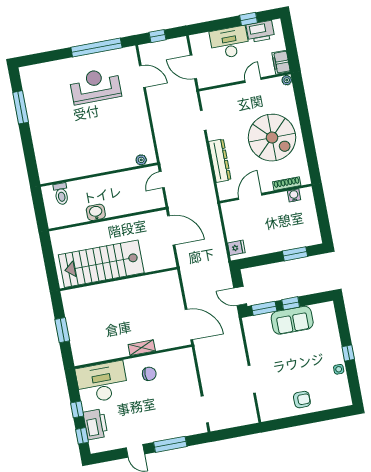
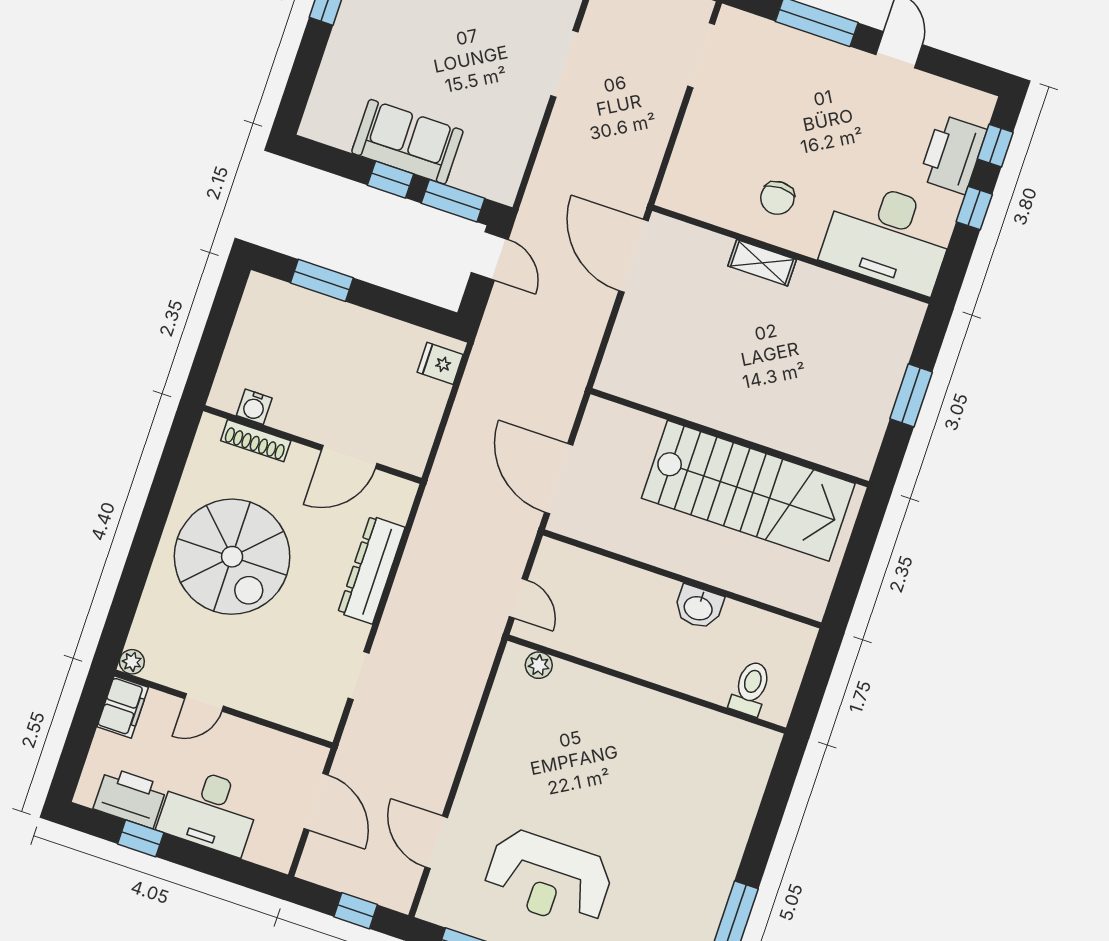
spiral stairs: (272, 138) -> (232, 557), turned 180
door: (162, 180) -> (518, 598), hinge flipped
chair: (149, 374) -> (777, 198), turned -90

